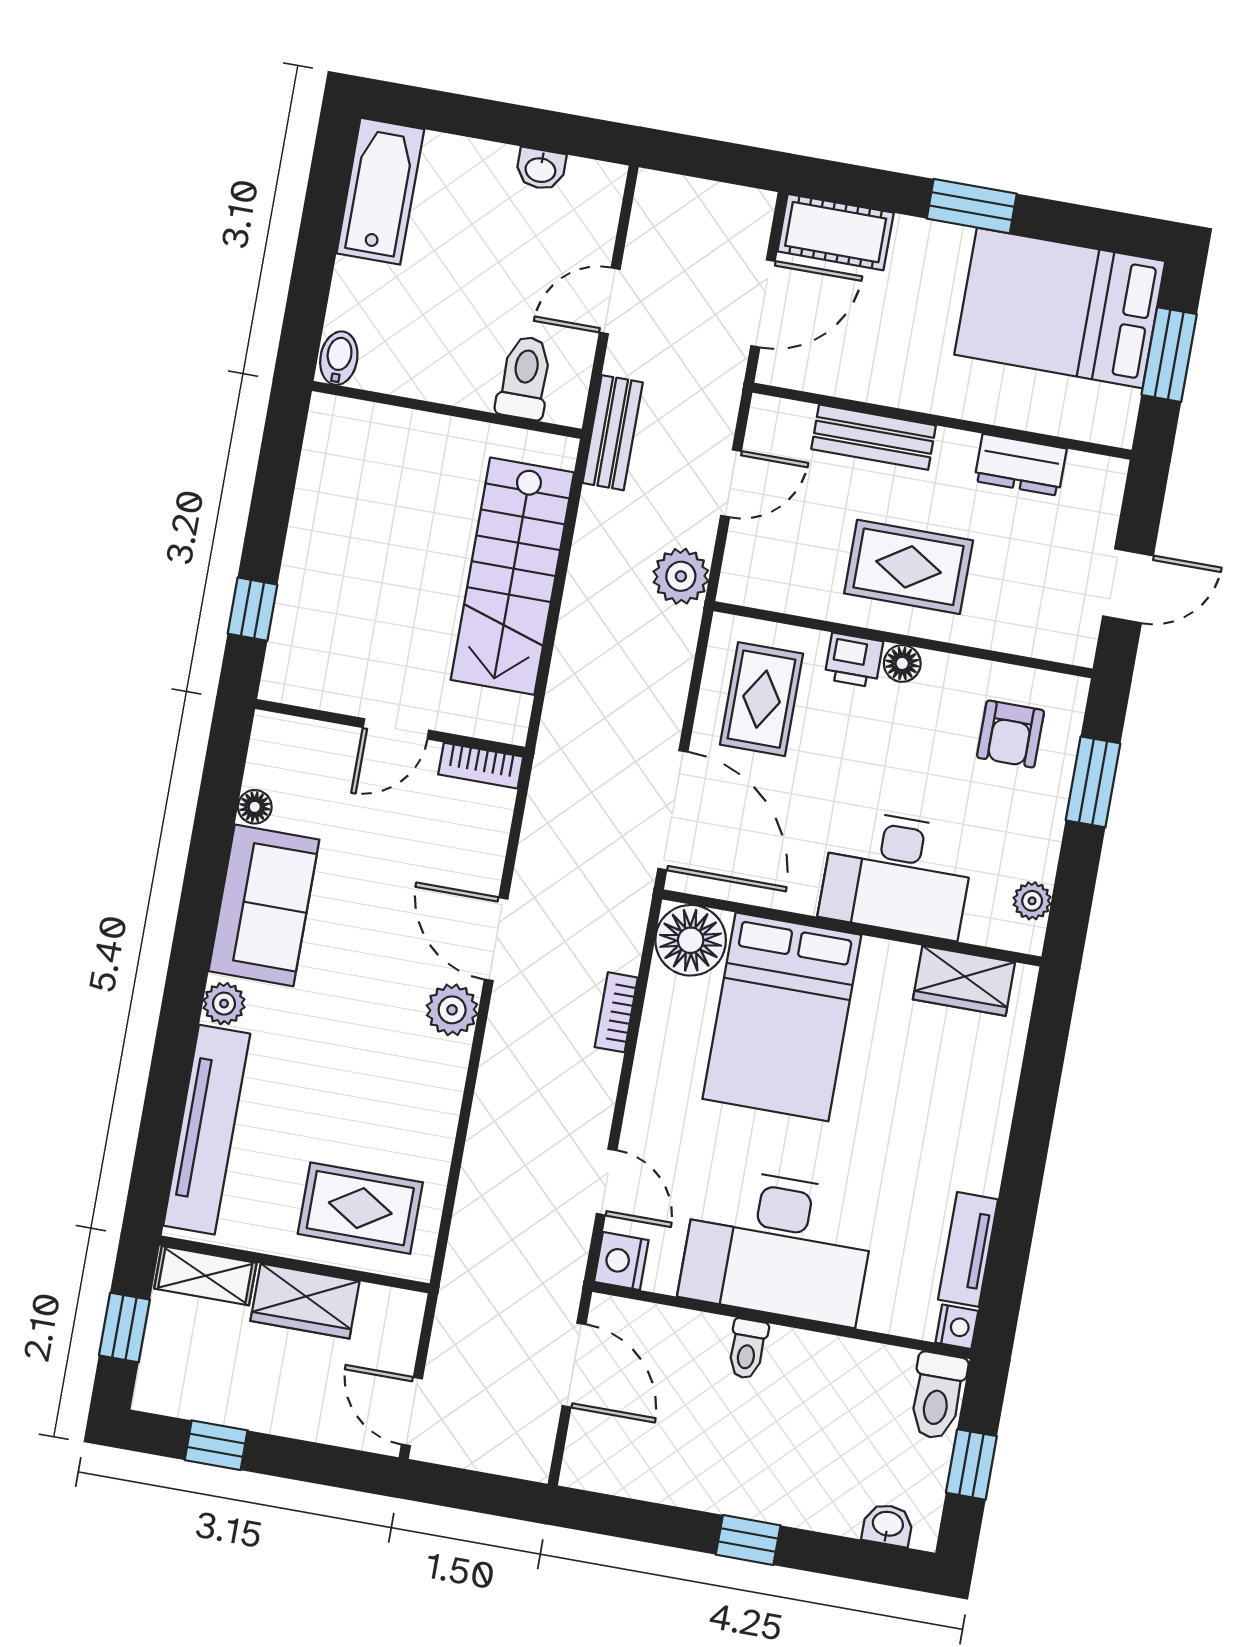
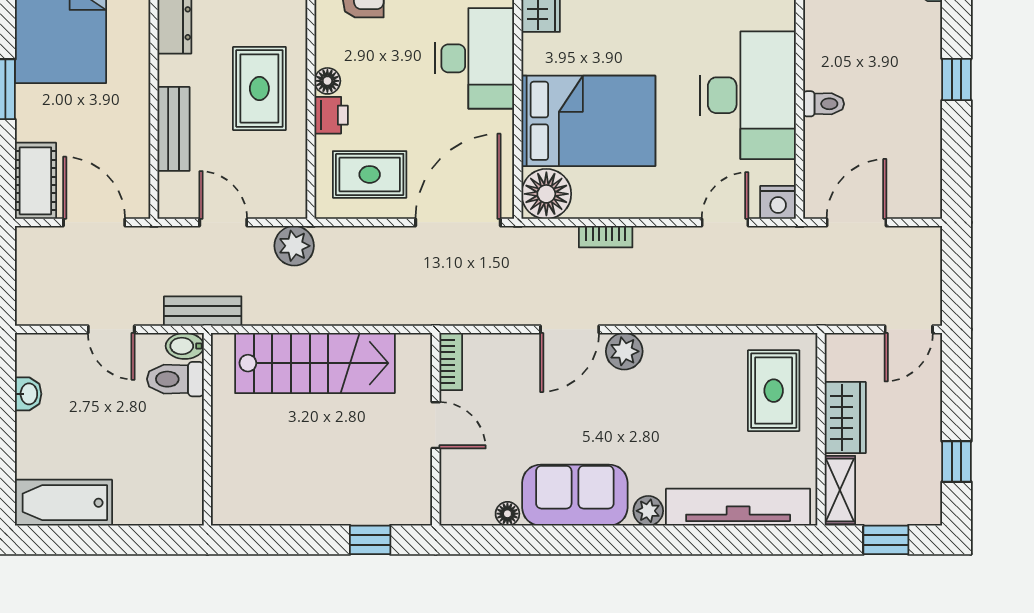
bidet: (339, 358) -> (185, 346), moved

